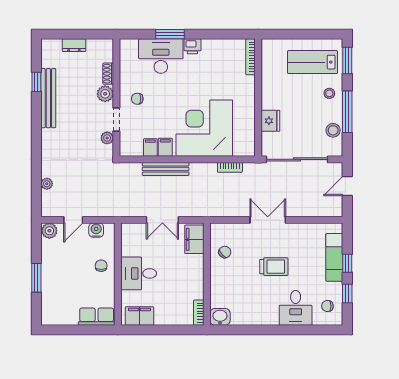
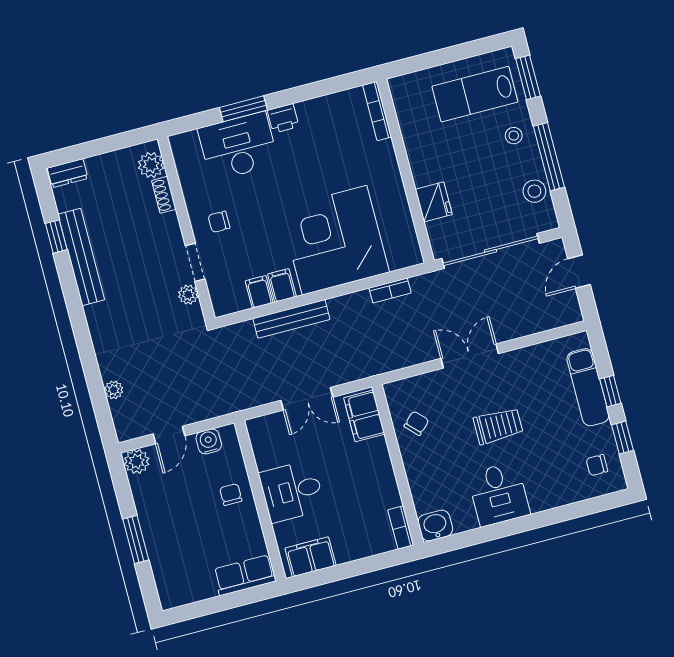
dresser: (74, 45) -> (68, 173), moved
plant: (105, 94) -> (151, 165), moved
desk: (296, 308) -> (499, 494), moved

